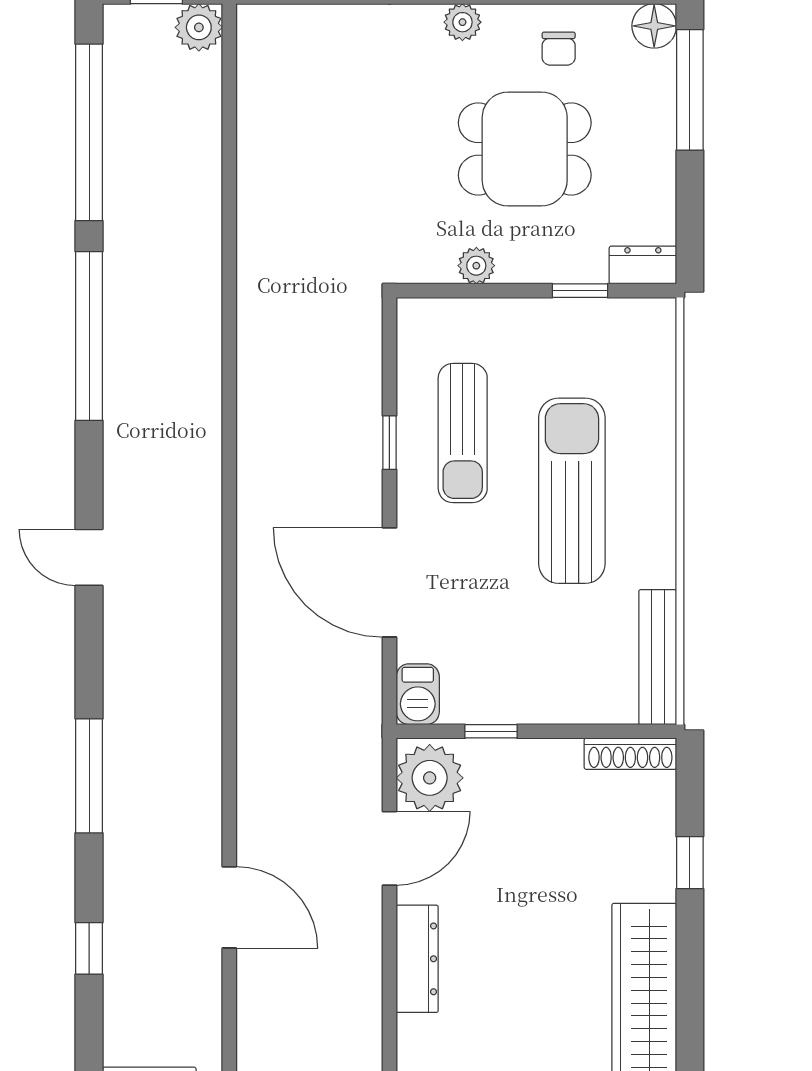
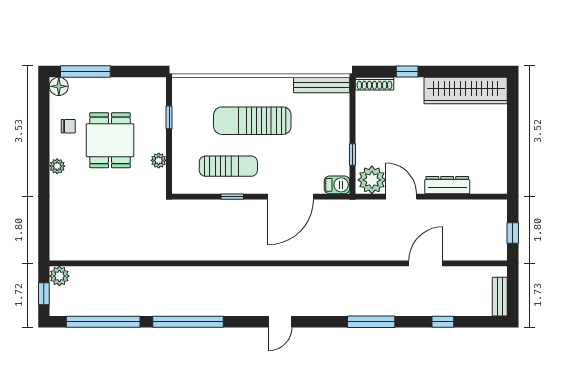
dresser: (643, 265) -> (158, 91), removed
shoe rack: (630, 754) -> (374, 84), moved, turned 90

